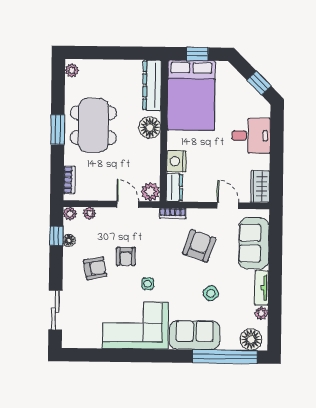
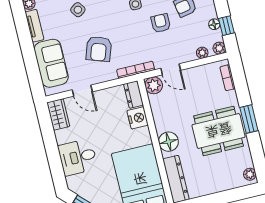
dining table: (93, 125) -> (219, 131), turned 90
bookcase: (173, 213) -> (136, 70), width x1.56

